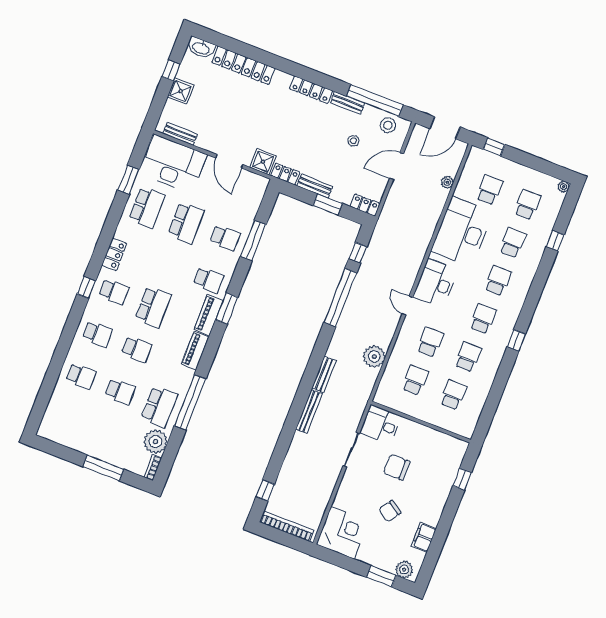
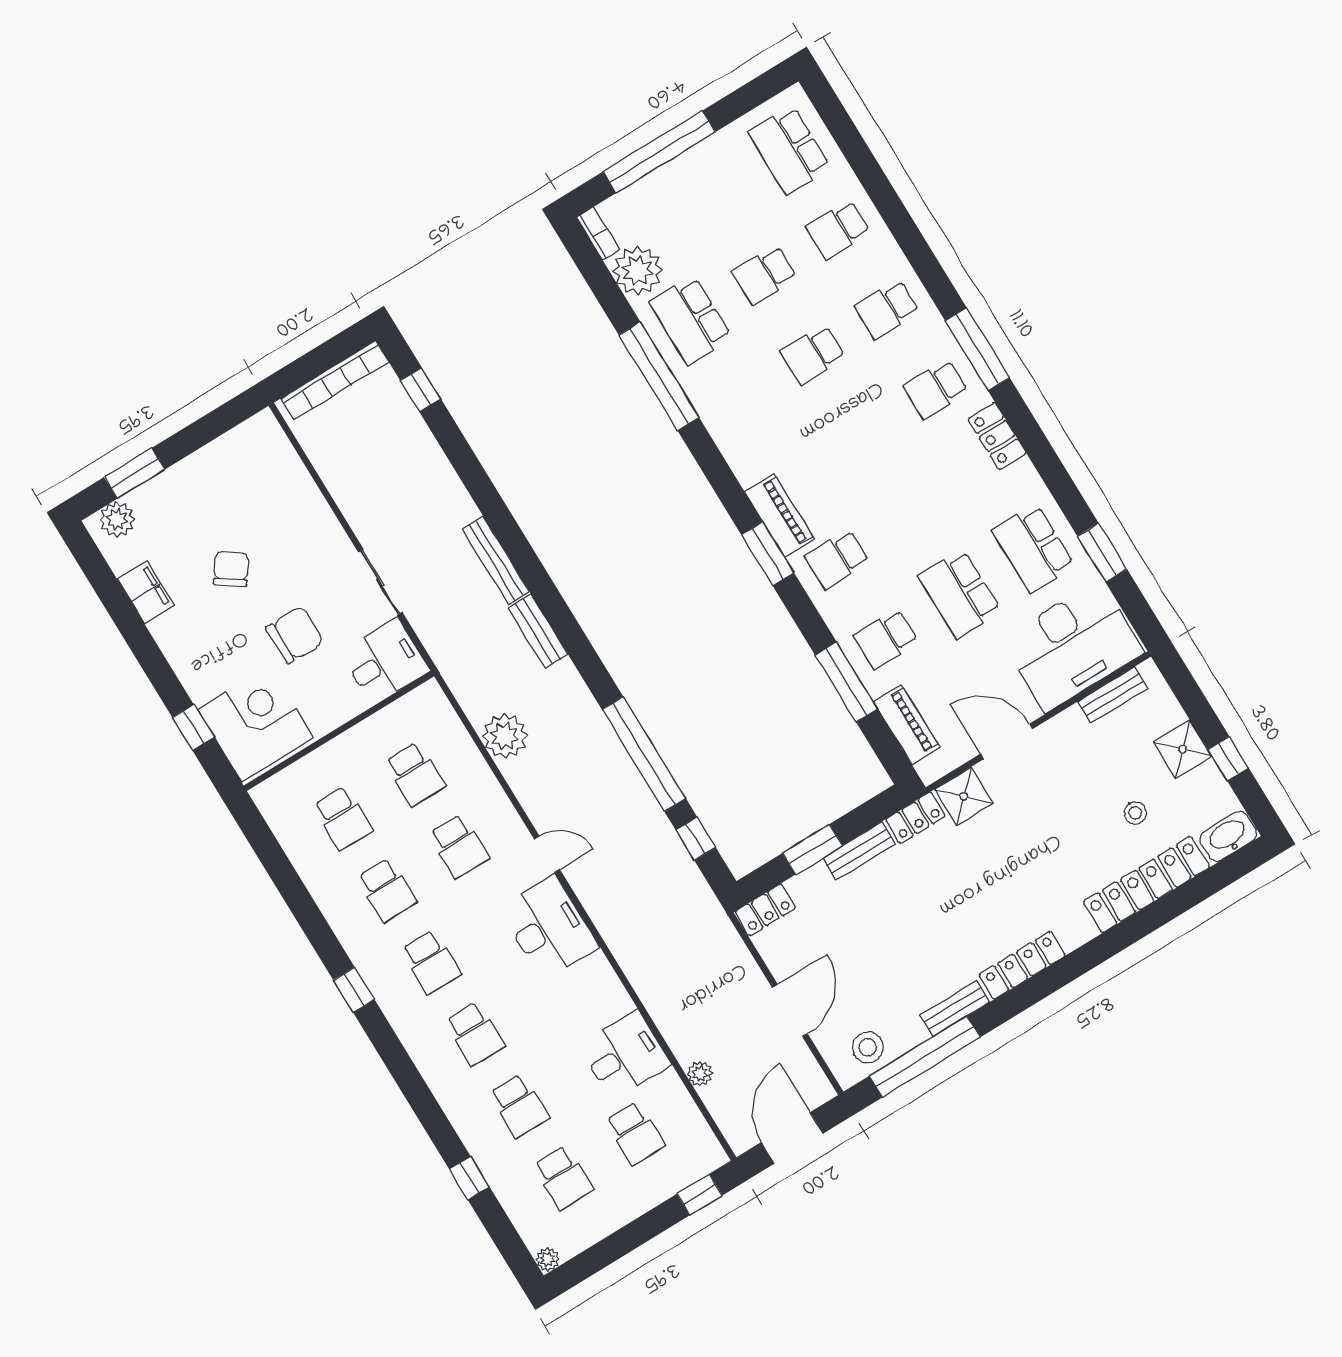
stool: (353, 141) -> (1135, 813), moved
desk: (462, 232) -> (625, 1055), width x0.53, depth x0.77
window: (86, 287) -> (977, 349), width x2.17
school desk: (153, 307) -> (789, 150), moved
piano: (195, 351) -> (906, 725), moved
window: (103, 468) -> (659, 152), width x1.46
corner desk: (343, 533) -> (255, 724), moved, turned 180

